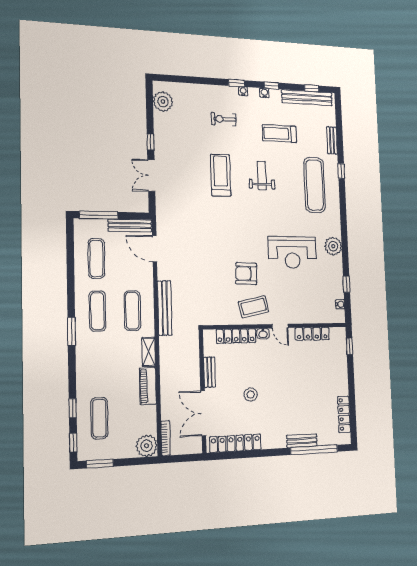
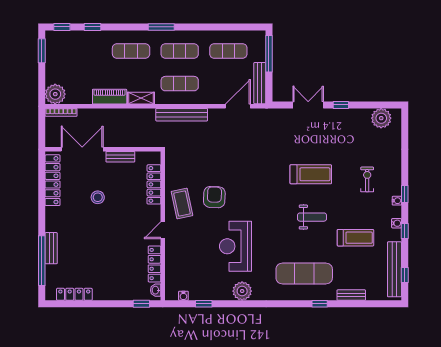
treadmill: (279, 134) -> (355, 238), turned 90
washbasin: (263, 334) -> (156, 290), moved
exercise mat: (99, 418) -> (131, 51), moved

